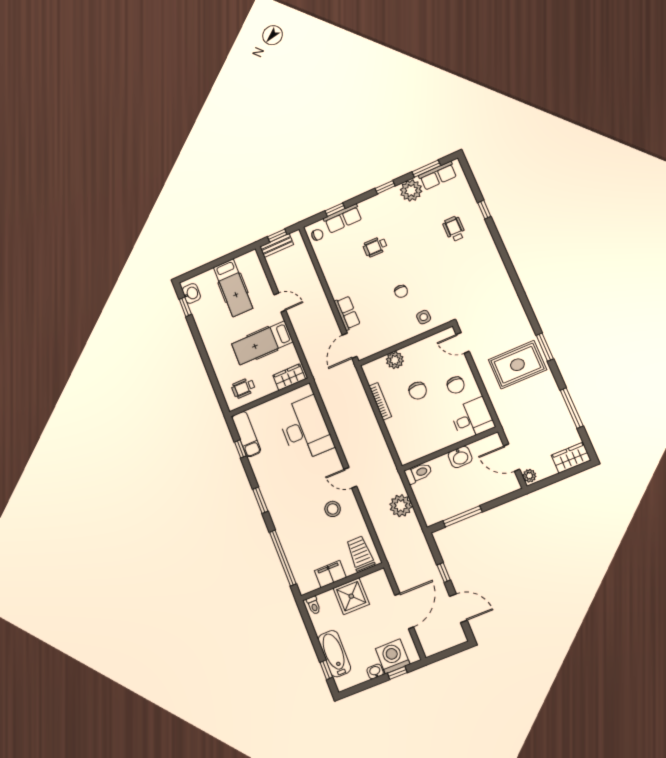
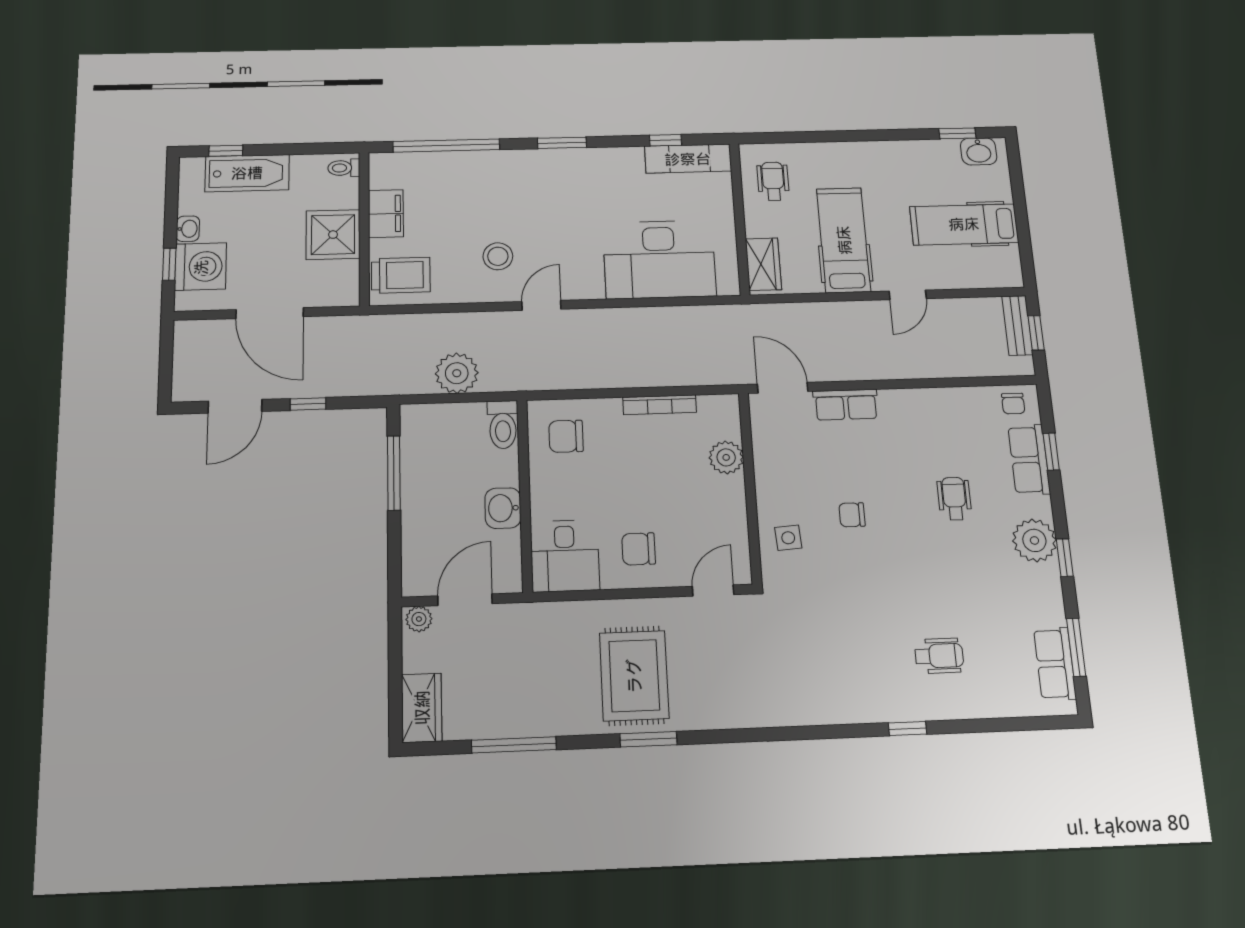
plant: (411, 190) -> (1034, 540), moved
window: (484, 210) -> (908, 729), moved
chair: (418, 391) -> (566, 436), moved

